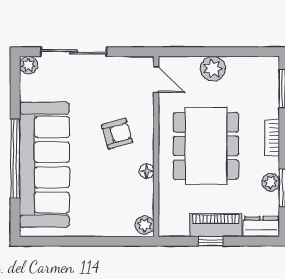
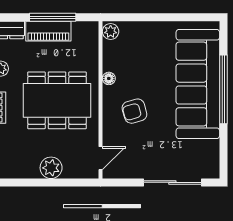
plant: (29, 65) -> (212, 171), removed
door: (156, 80) -> (101, 158), swing flipped
dining table: (206, 146) -> (57, 100), turned 90
window: (211, 241) -> (53, 17), width x2.17

